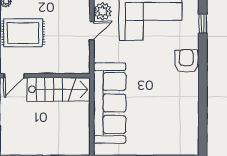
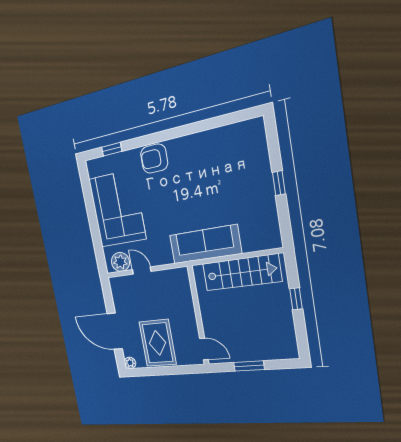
stairs: (59, 89) -> (241, 272), moved, turned 90
sofa: (110, 103) -> (205, 244), width x0.74, depth x0.79

